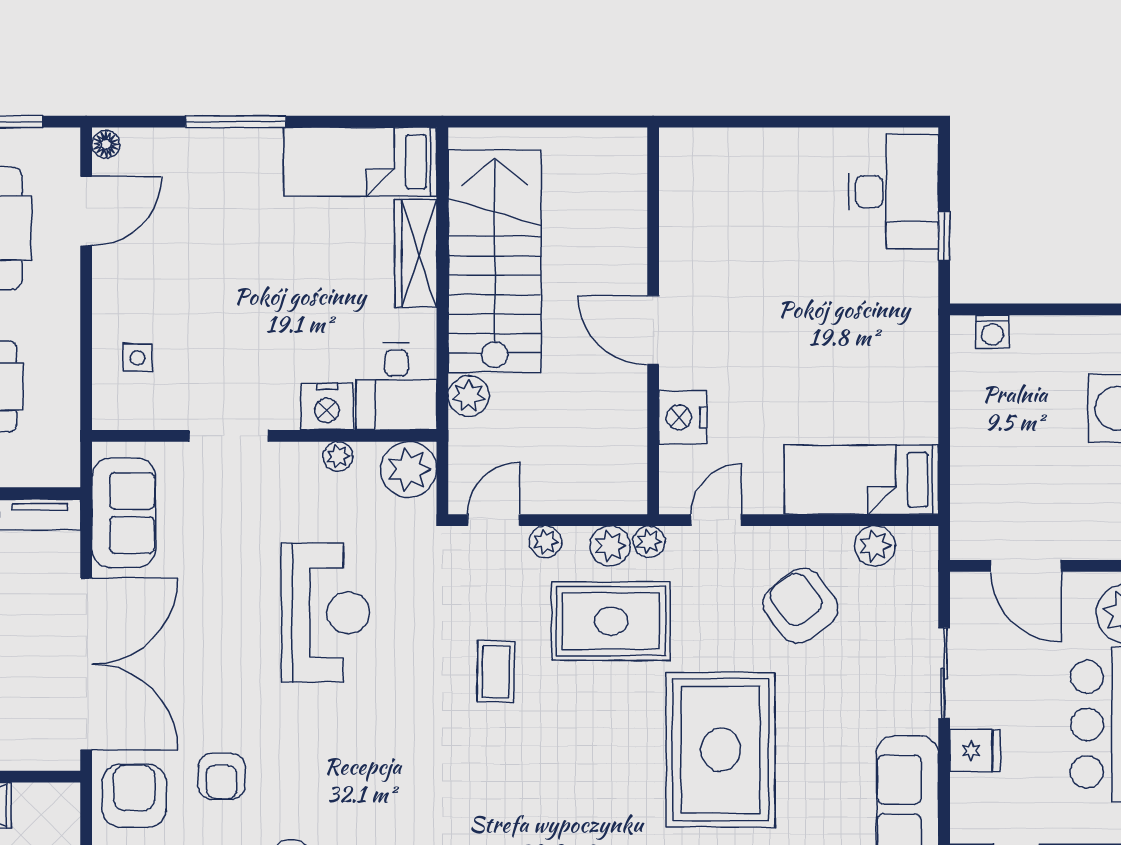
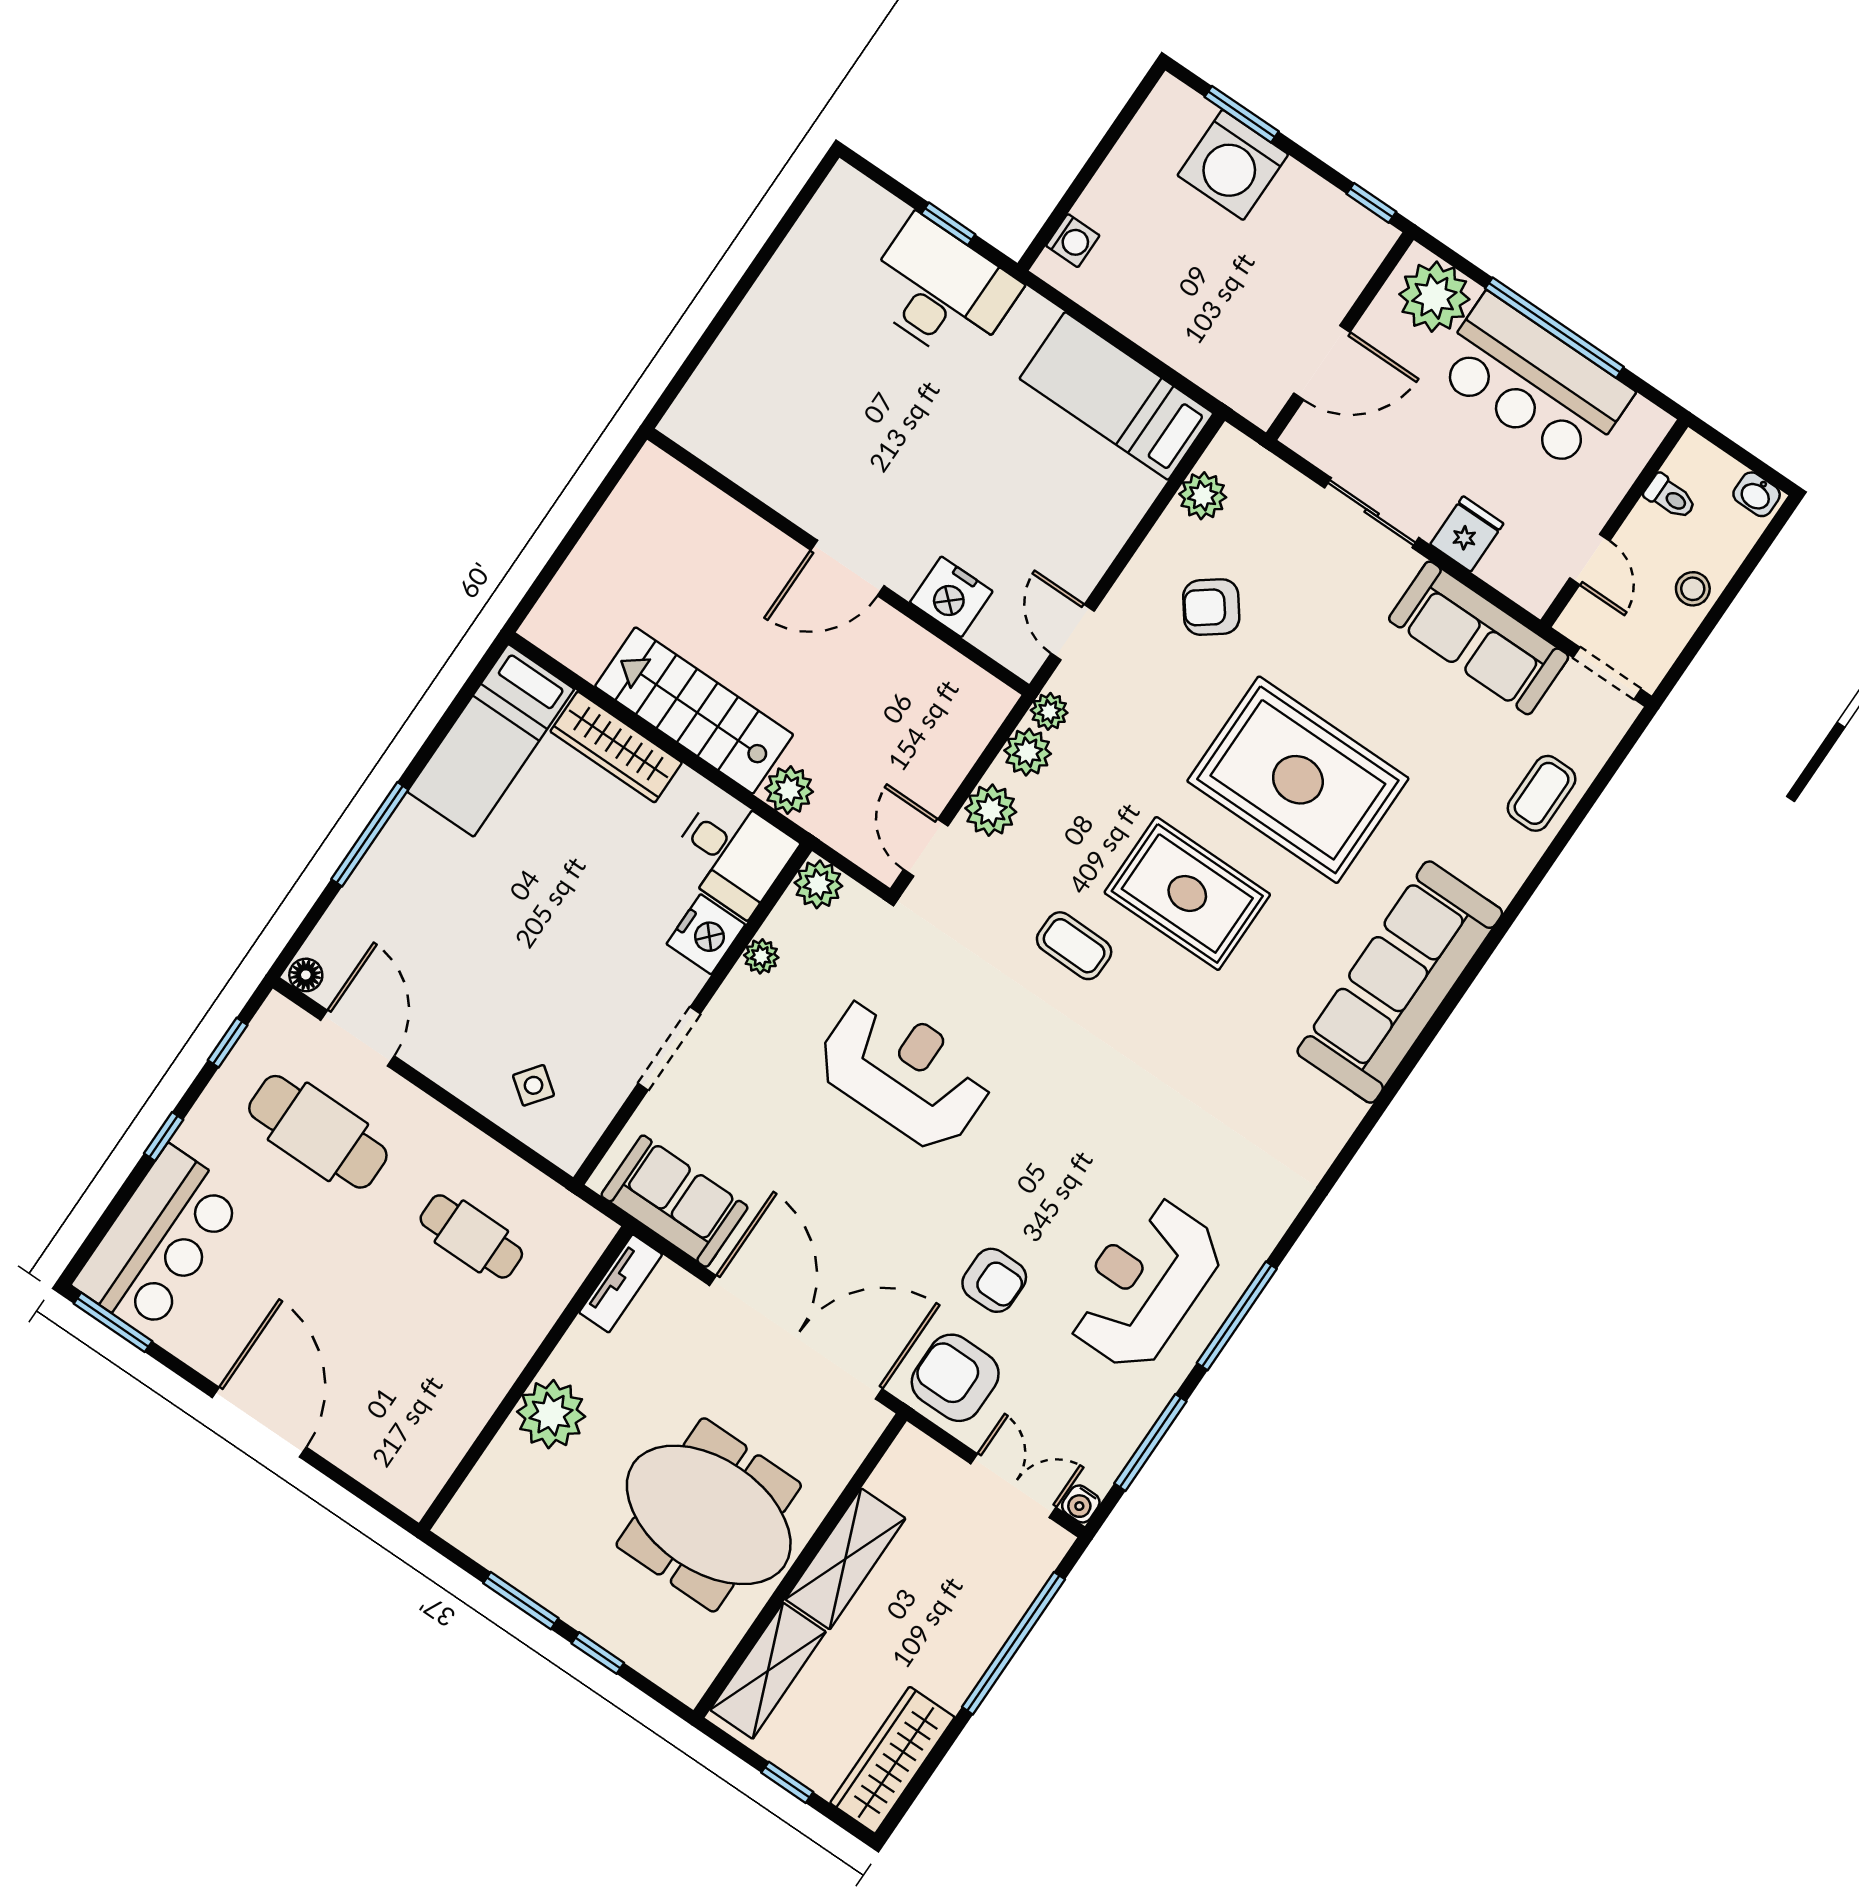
desk: (894, 192) -> (941, 291), moved
stairs: (495, 261) -> (694, 710), width x0.73, depth x0.66
side table: (138, 358) -> (534, 1085), turned 37
plant: (409, 469) -> (818, 884), width x0.73, depth x0.73
bed: (861, 480) -> (1117, 396), moved, turned 90
plant: (545, 542) -> (991, 810), width x1.38, depth x1.38
armchair: (801, 606) -> (1211, 607), width x0.72, depth x0.72
rug: (611, 621) -> (1187, 893), moved, turned 90

